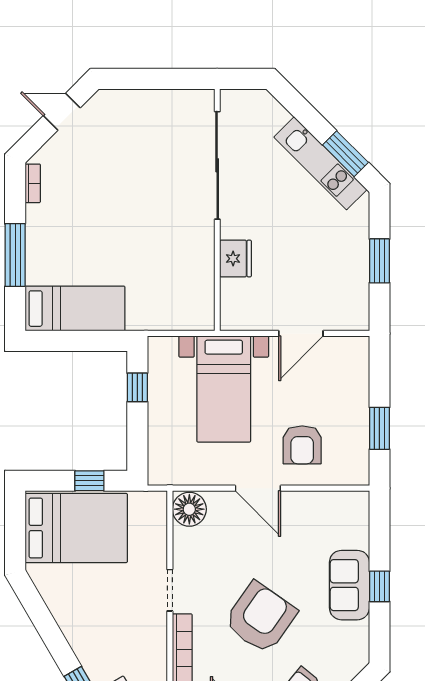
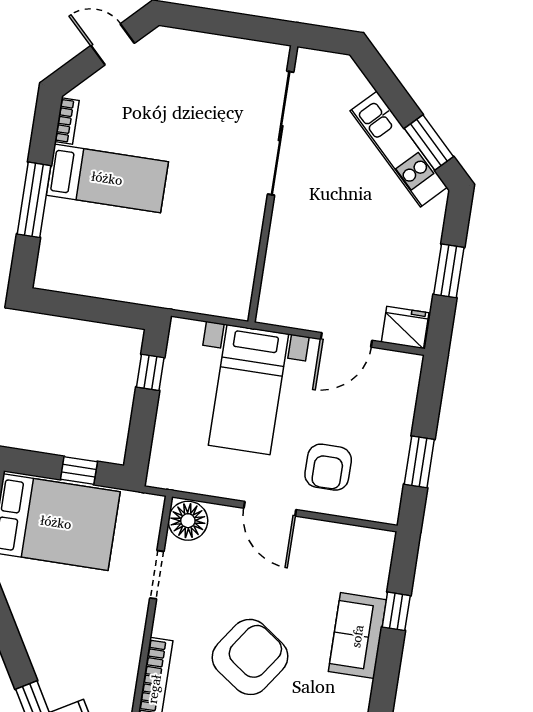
fridge: (236, 259) -> (405, 328), moved, turned -90
bed: (75, 309) -> (107, 178), moved
window: (379, 586) -> (396, 611), moved
doorway: (170, 590) -> (157, 575), moved

